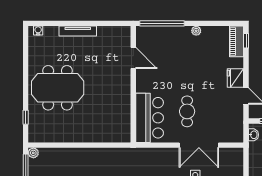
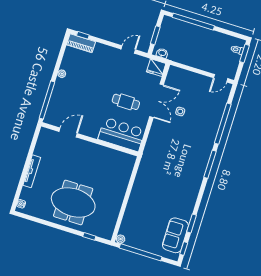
fridge: (235, 78) -> (156, 68), moved
meeting table: (58, 88) -> (73, 202), turned 90

